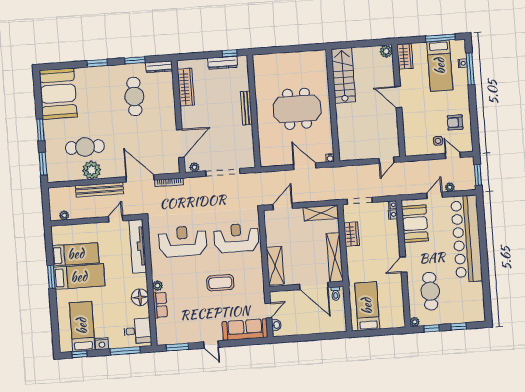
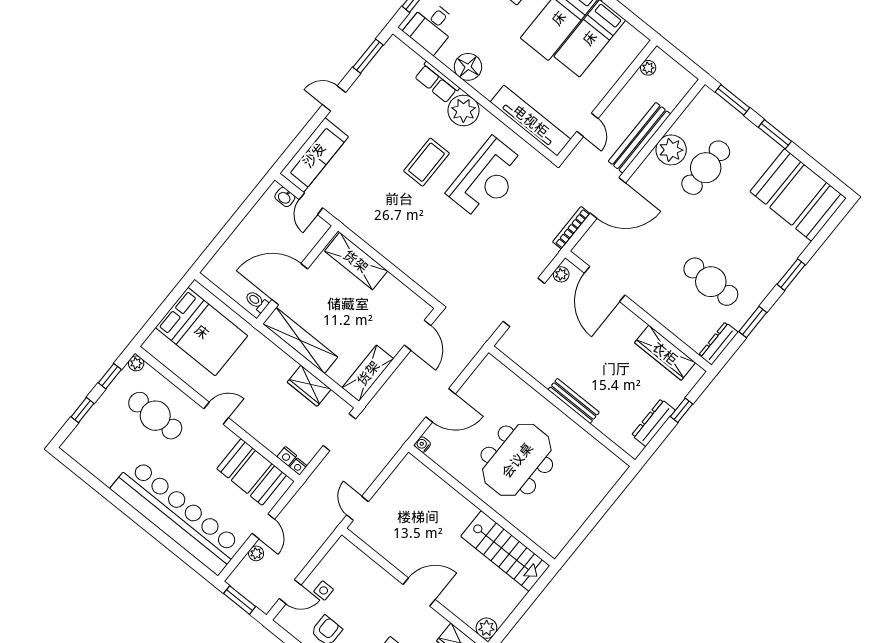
window: (230, 53) -> (682, 410), moved
reception desk: (236, 238) -> (432, 246), removed
door: (403, 265) -> (216, 413), hinge flipped
coffee table: (220, 283) -> (426, 162), moved
plant: (157, 286) -> (464, 110), width x1.88, depth x1.88
bed: (367, 306) -> (202, 332), width x1.50

